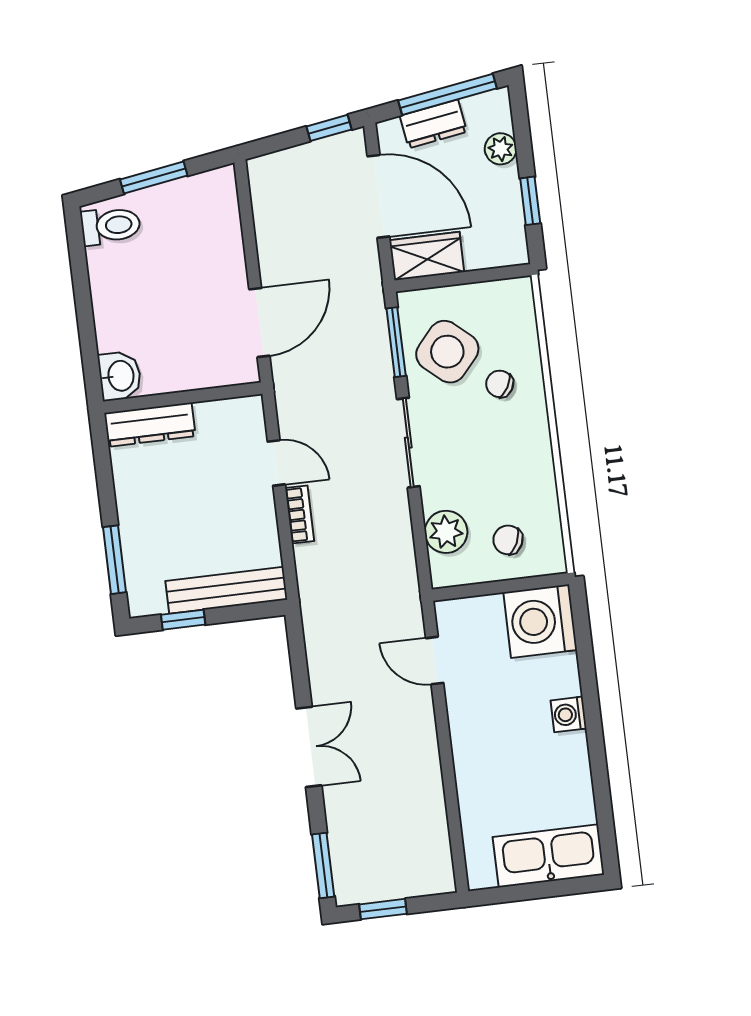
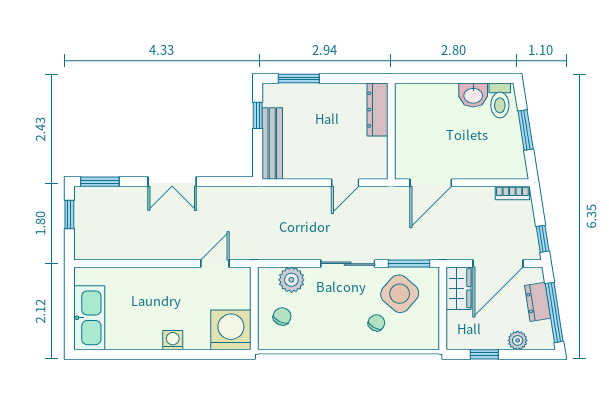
door: (259, 323) -> (431, 183), hinge flipped
washbasin: (120, 376) -> (473, 95), moved
bookcase: (300, 515) -> (512, 193), moved

